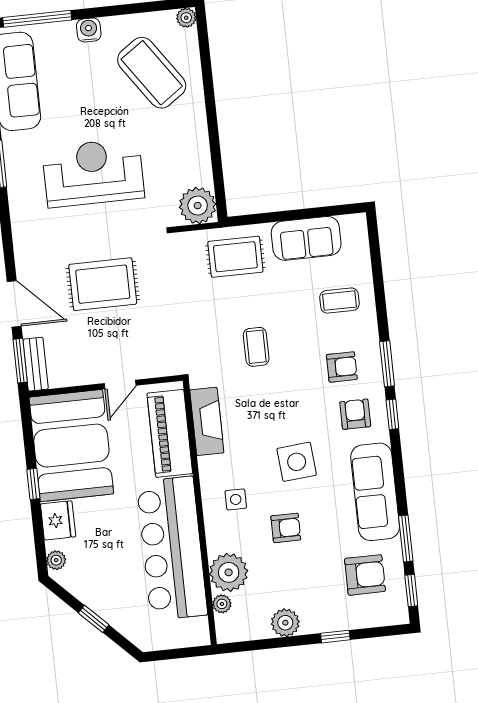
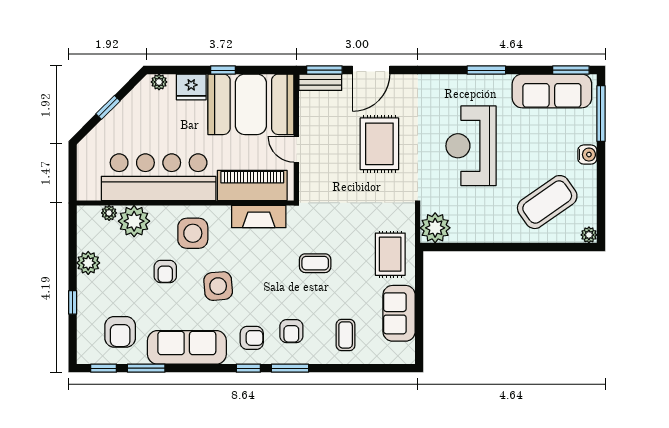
reception desk: (93, 173) -> (471, 146), turned 180
side table: (236, 499) -> (193, 233), width x1.87, depth x1.87

